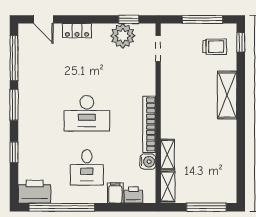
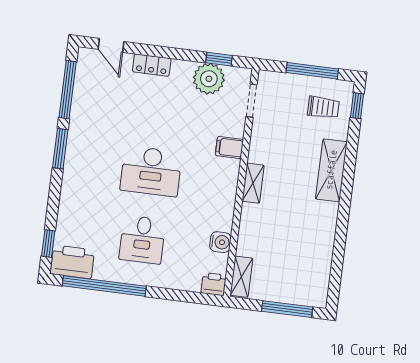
bookcase: (149, 124) -> (228, 195), removed
window: (14, 152) -> (48, 244), moved
shelving: (167, 154) -> (253, 183), moved
filing cabinet: (115, 193) -> (229, 148), moved, turned -90
printer: (133, 195) -> (214, 284), moved

